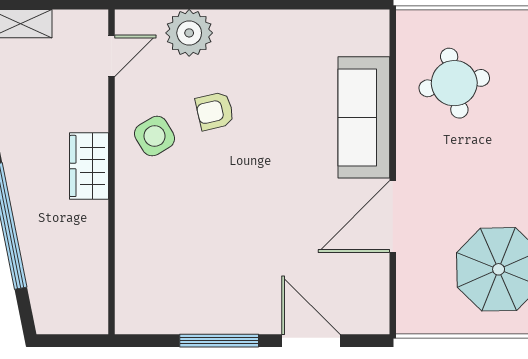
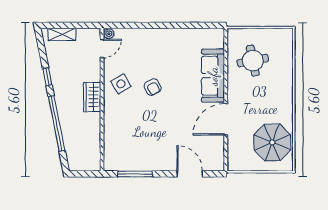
plant: (189, 33) -> (109, 34), moved, width x0.53, depth x0.53
armchair: (215, 111) -> (153, 87), moved, turned -104
window: (219, 341) -> (135, 174), moved

